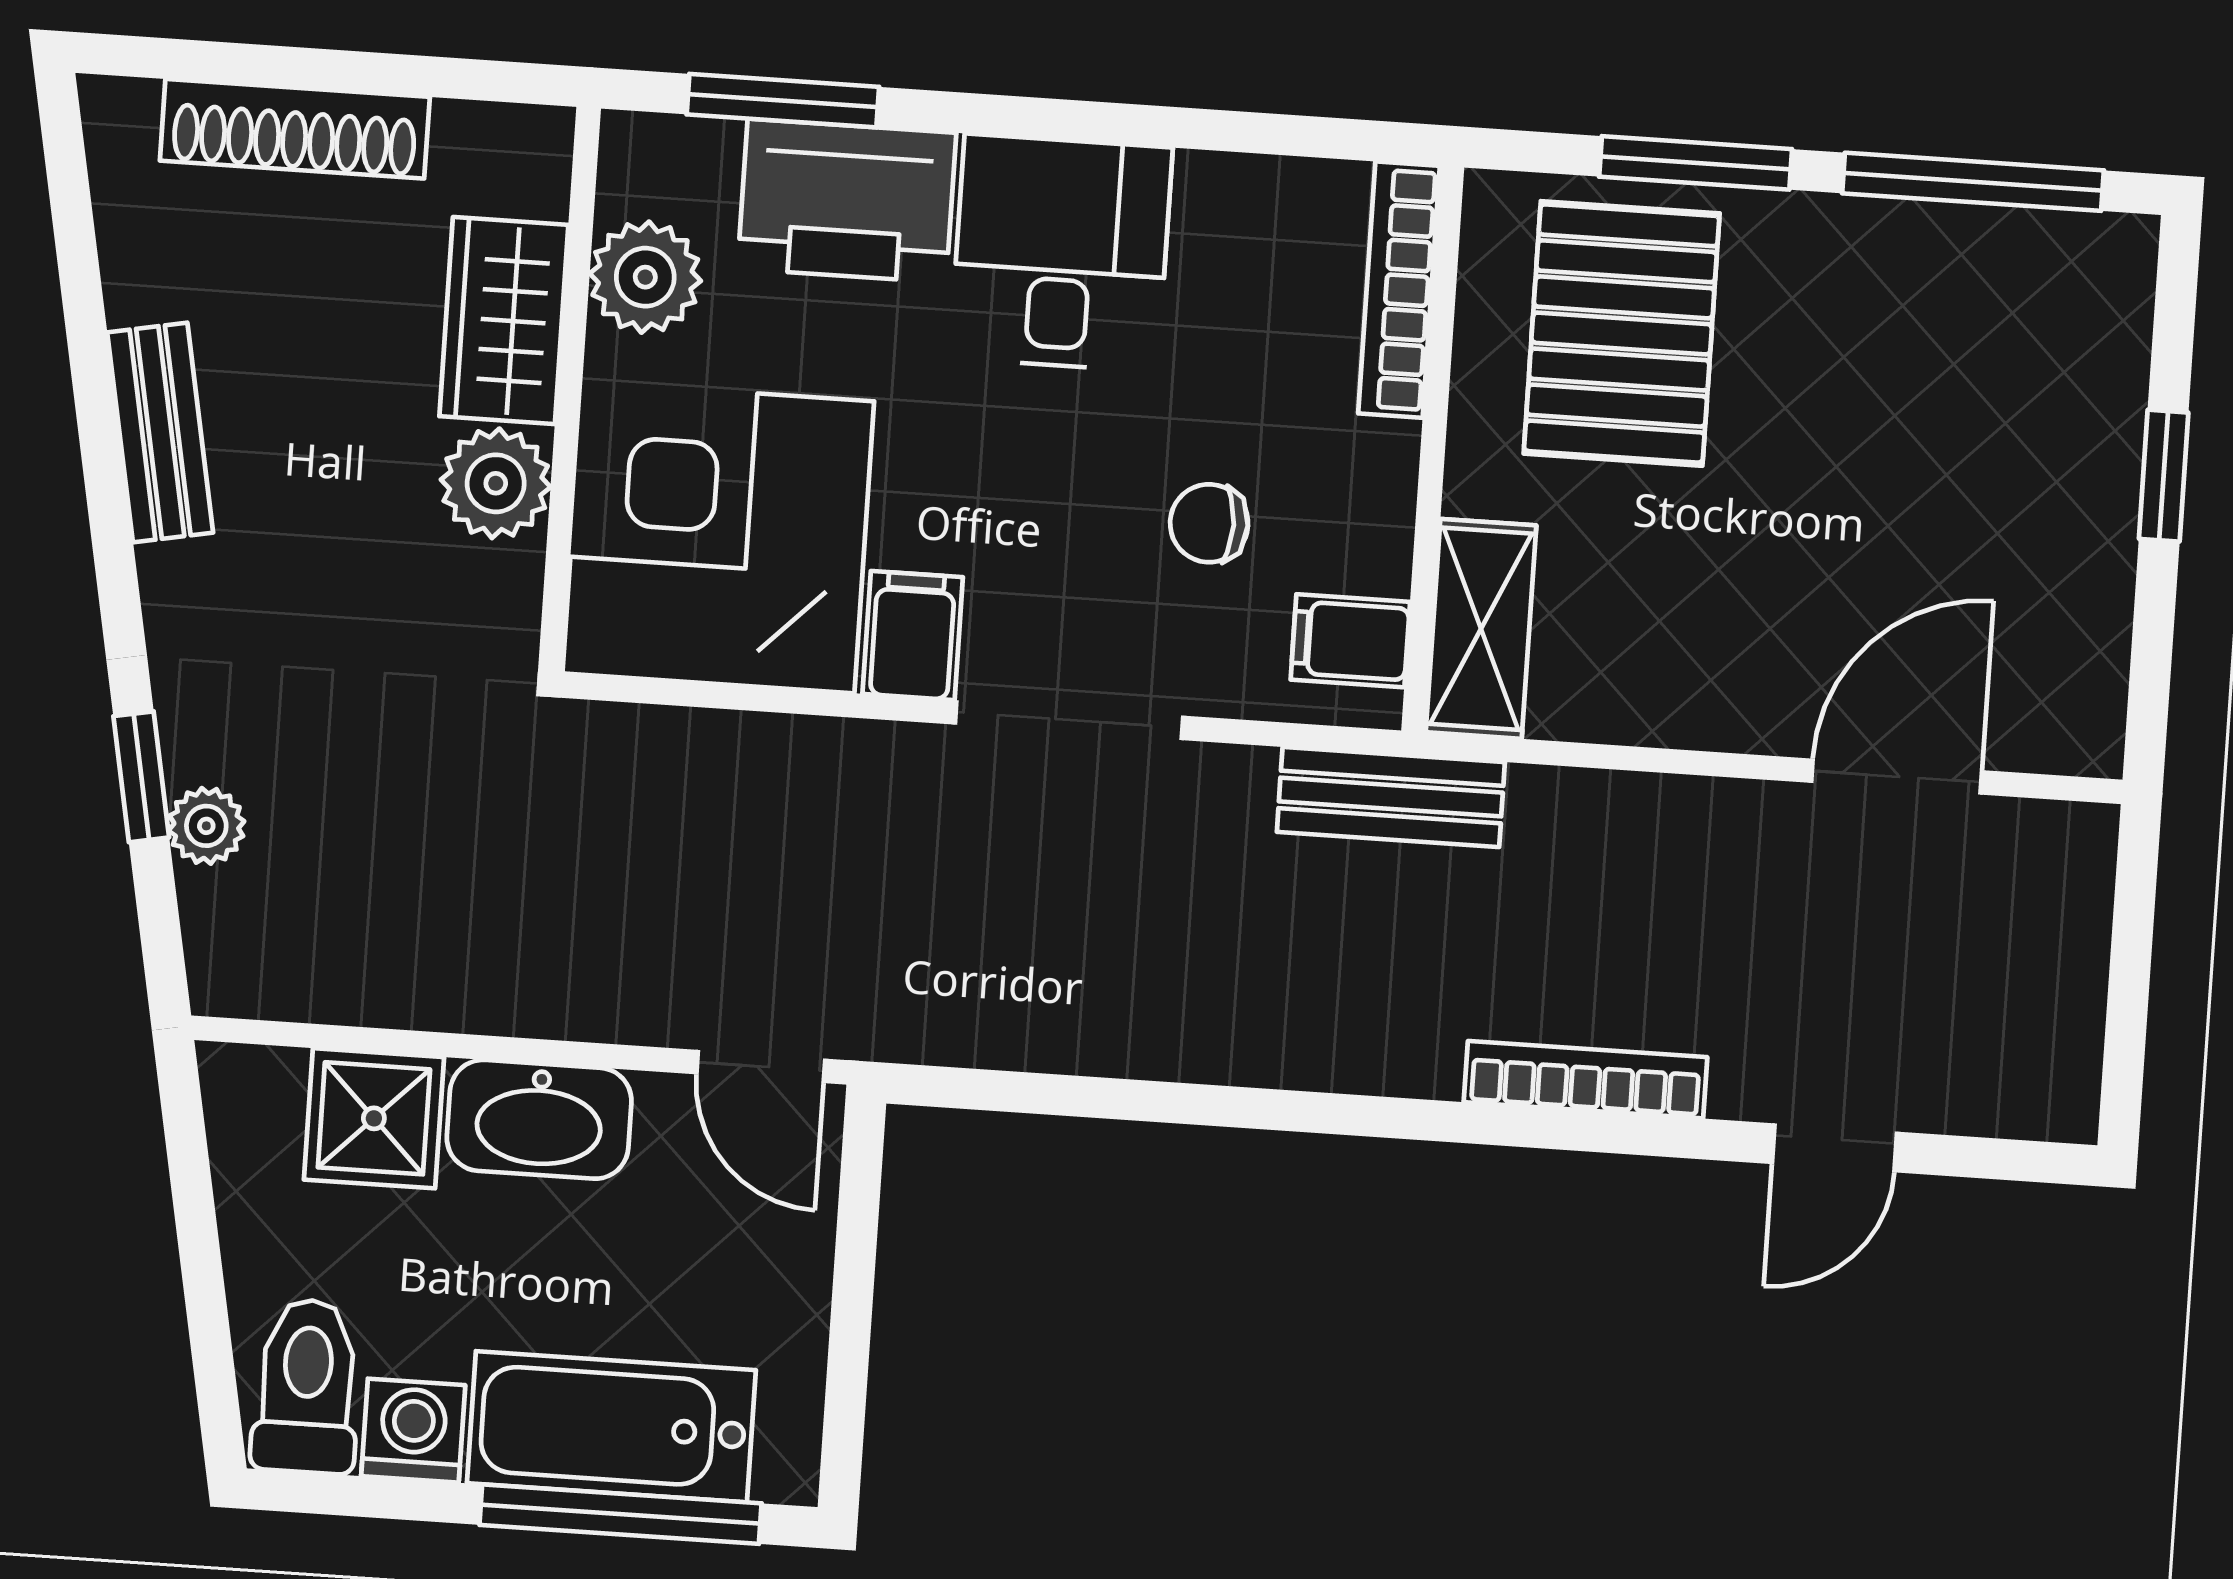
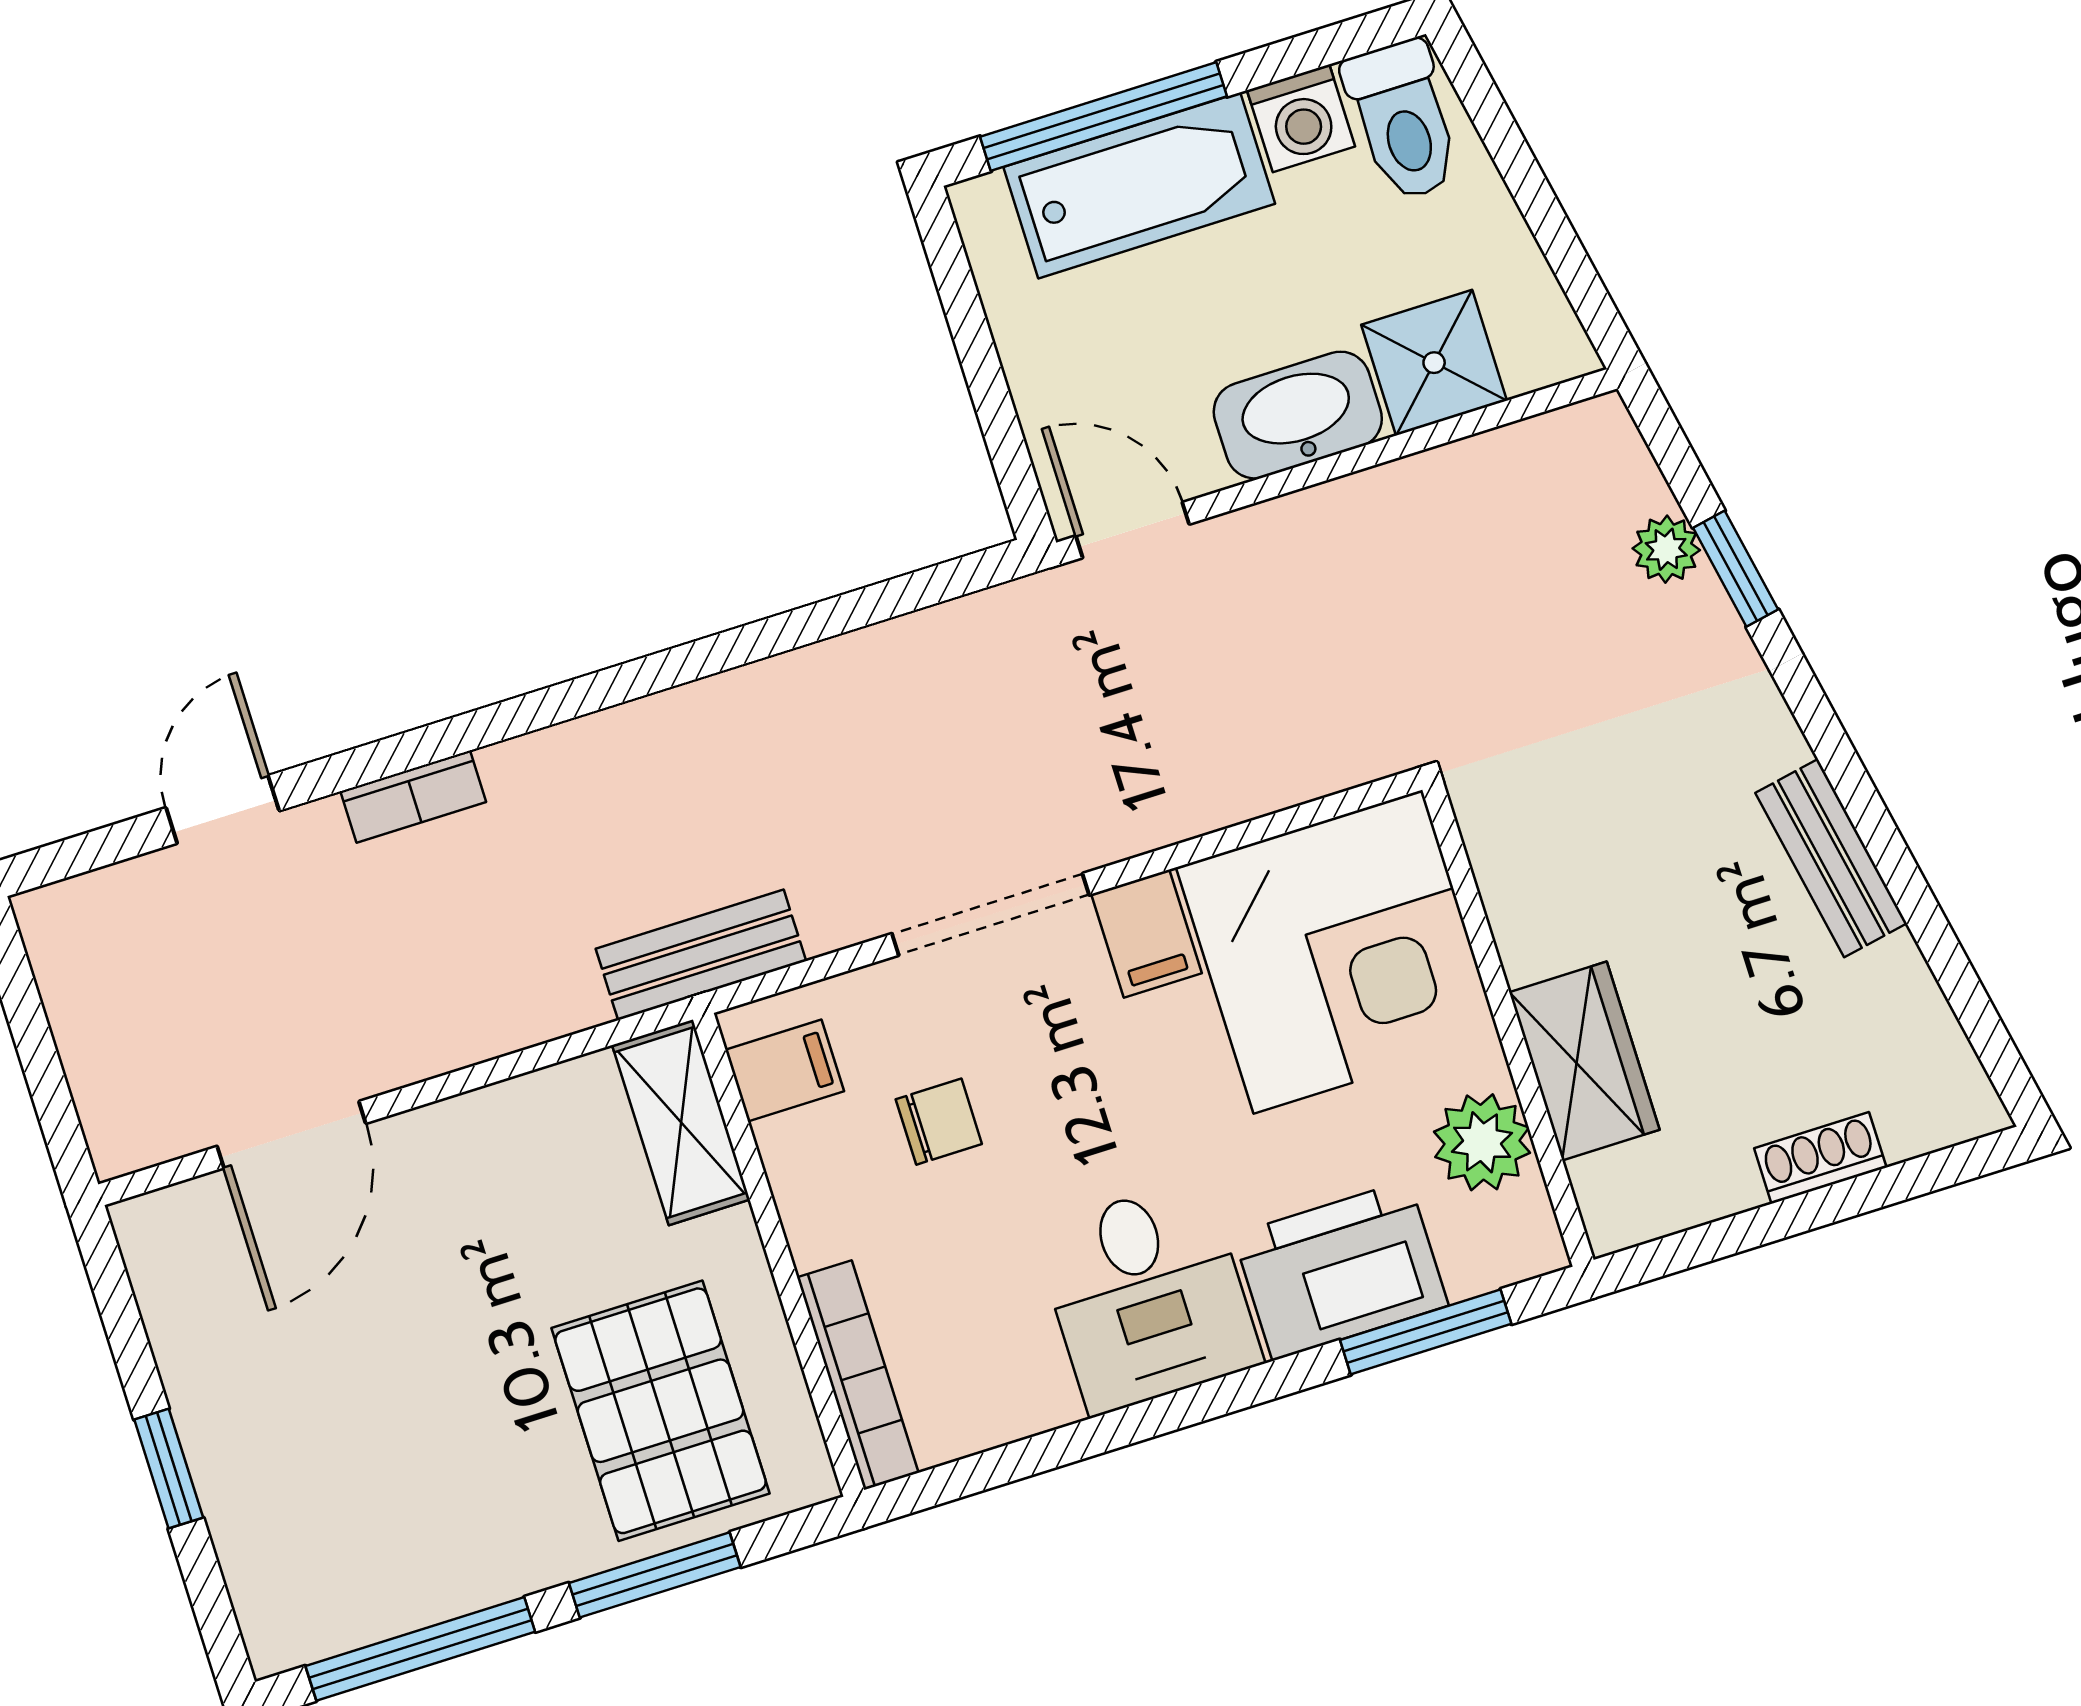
shoe rack: (295, 129) -> (1820, 1158), width x0.51, depth x0.81
plant: (496, 483) -> (1539, 924), removed
bookcase: (1586, 1080) -> (413, 797), width x0.64

